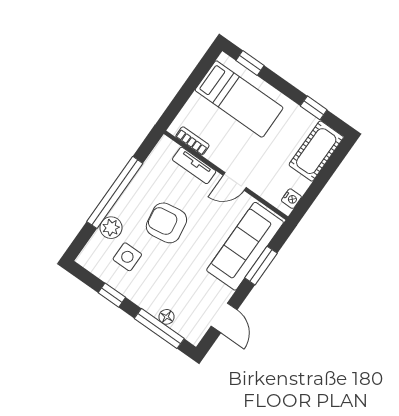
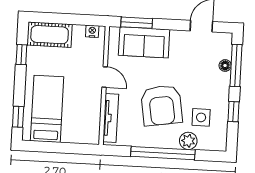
bookcase: (192, 141) -> (95, 123), removed
tv unit: (194, 165) -> (111, 118), width x1.41
armchair: (166, 223) -> (162, 105), width x1.36, depth x1.36
sofa: (245, 246) -> (144, 42), width x0.73
window: (261, 266) -> (137, 23), moved

